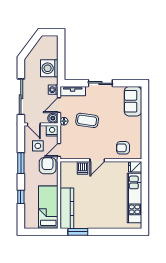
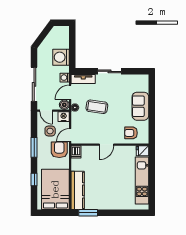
sofa: (133, 101) -> (140, 106), moved
dishwasher: (82, 168) -> (76, 152), moved
bed: (48, 207) -> (55, 189), width x1.50

